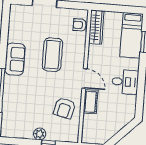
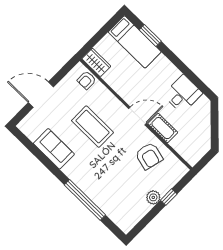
wardrobe: (96, 27) -> (96, 62), width x0.67
sofa: (15, 59) -> (54, 149), moved
desk: (125, 82) -> (183, 94), moved

